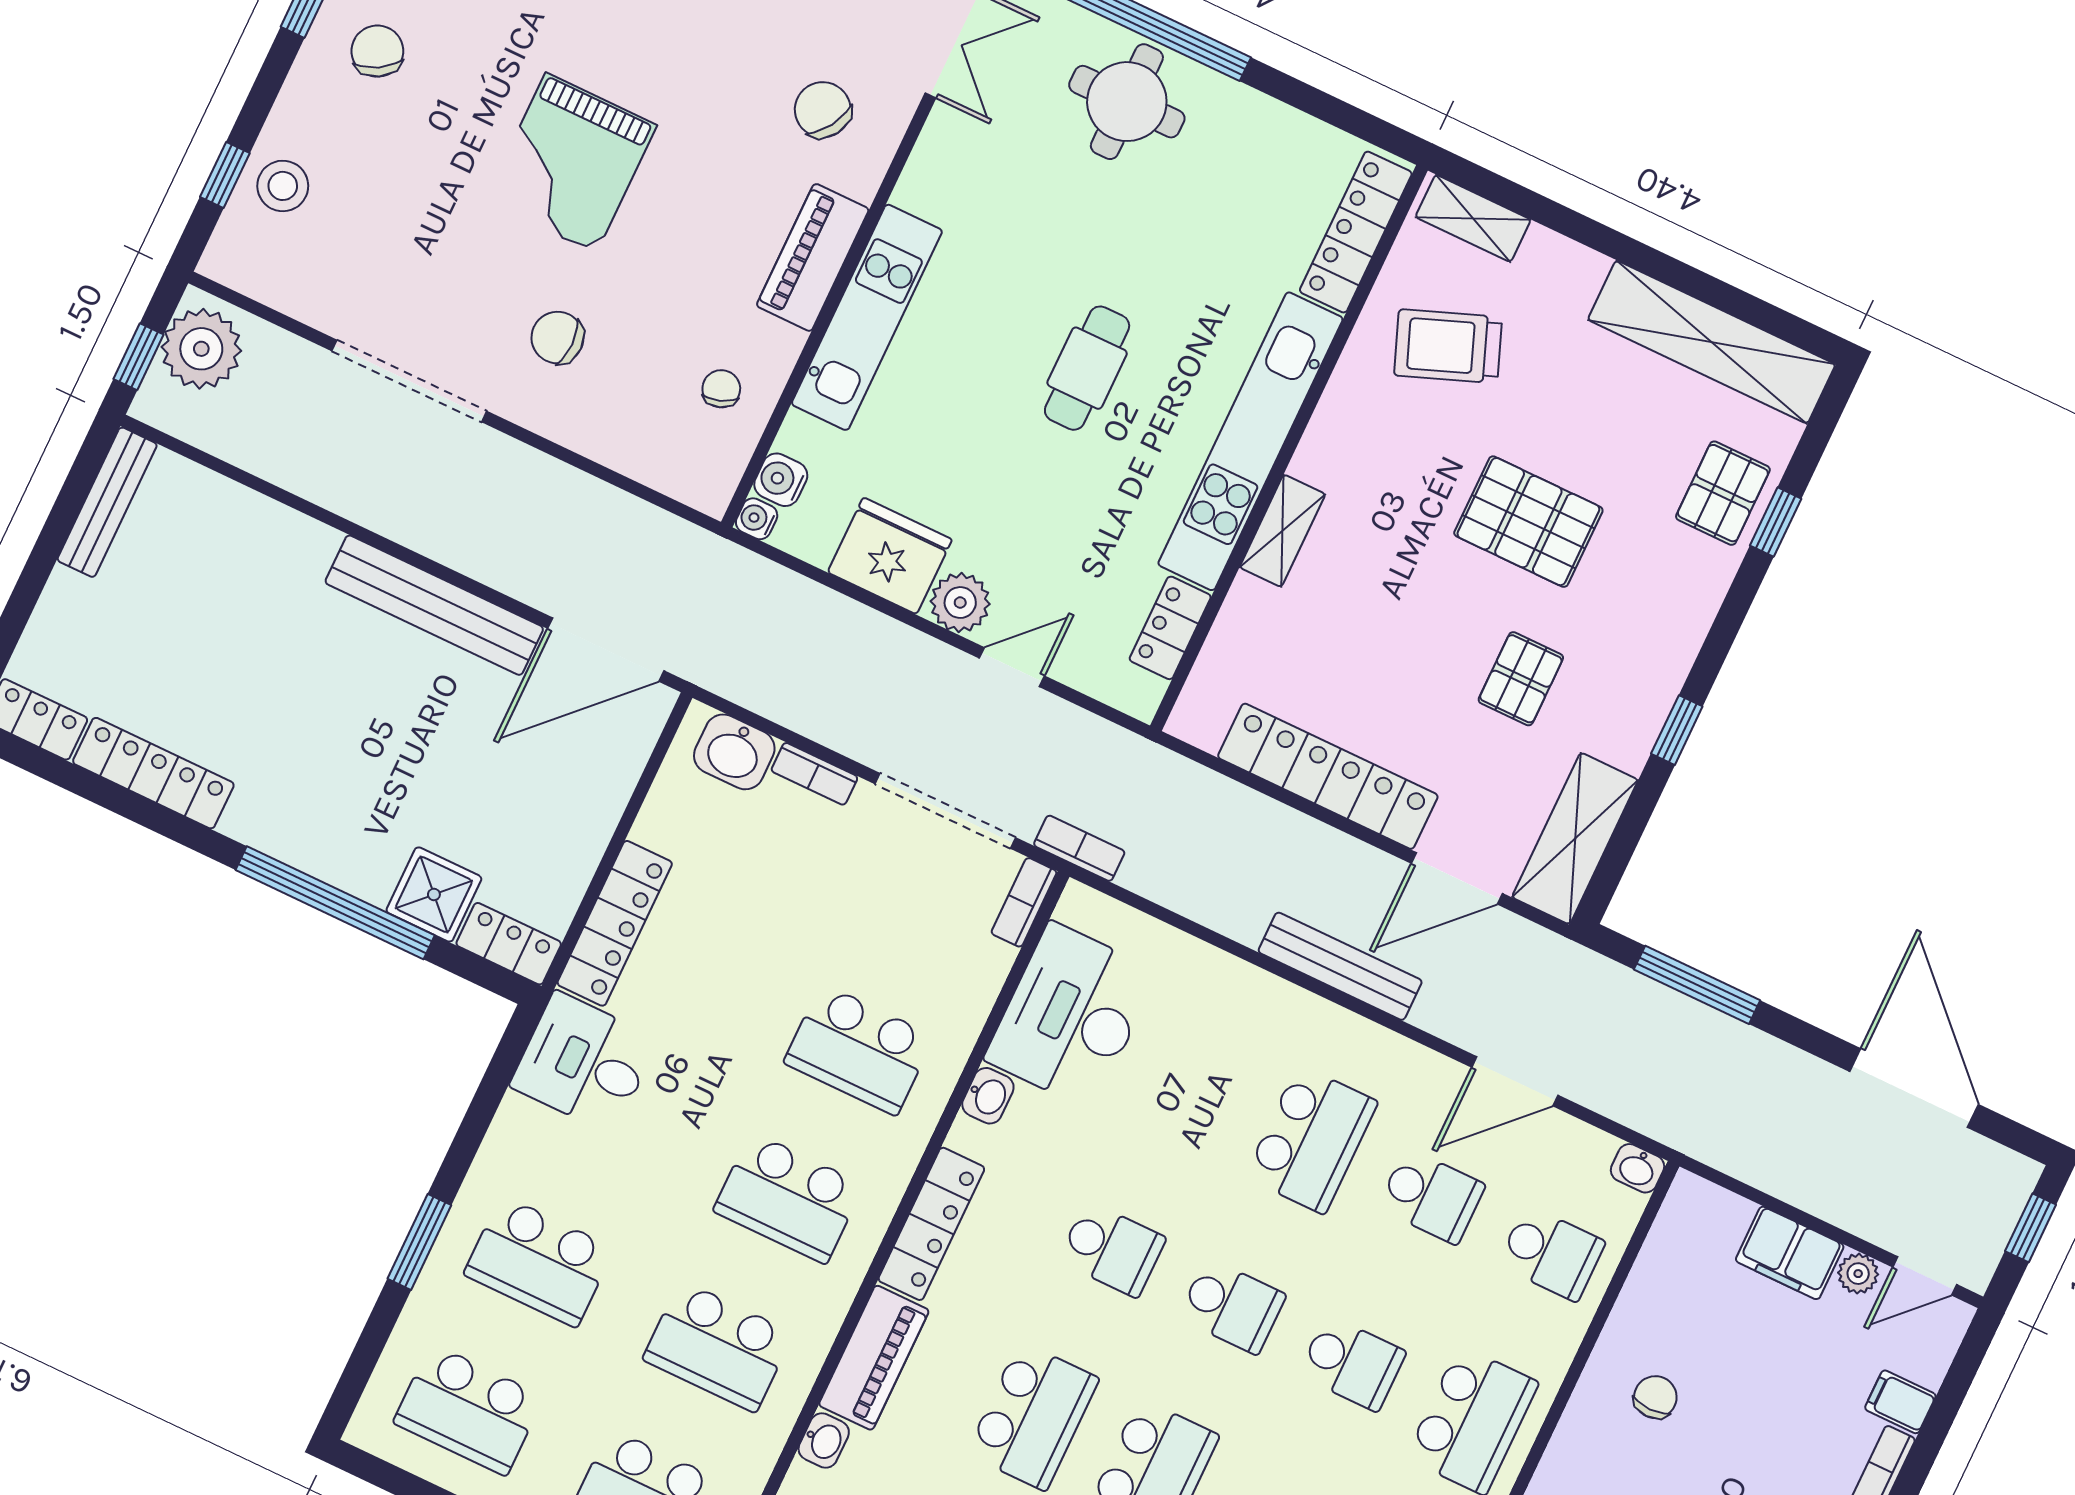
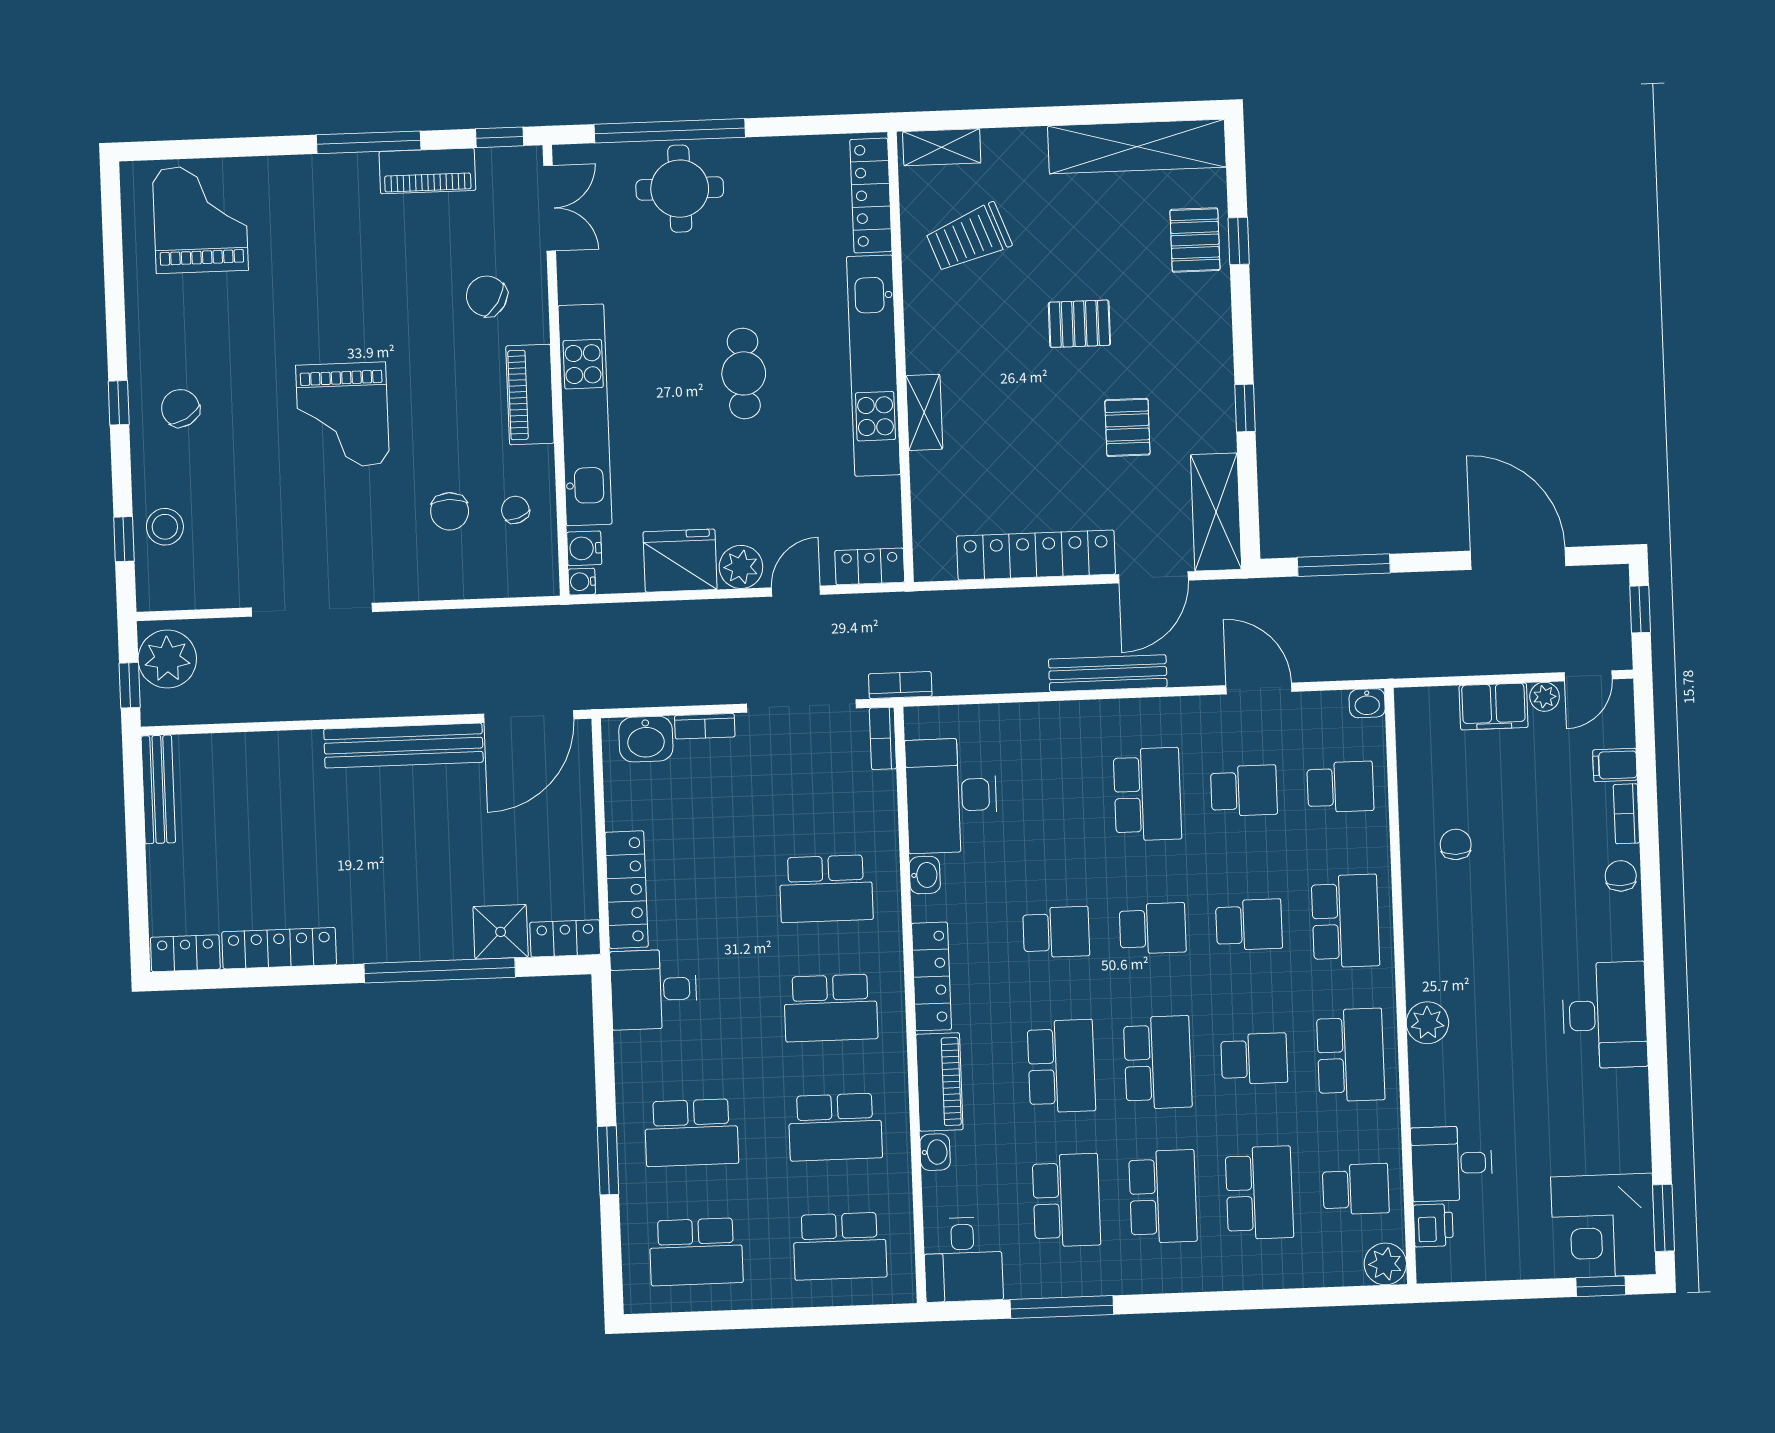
kitchen unit: (867, 317) -> (585, 415), width x1.36
chair: (557, 338) -> (450, 511), moved, turned -90
pallet: (1528, 522) -> (1079, 324), width x0.67, depth x0.71
locker: (1170, 628) -> (870, 566), moved, turned 90
door: (1515, 1081) -> (1259, 688), swing flipped

